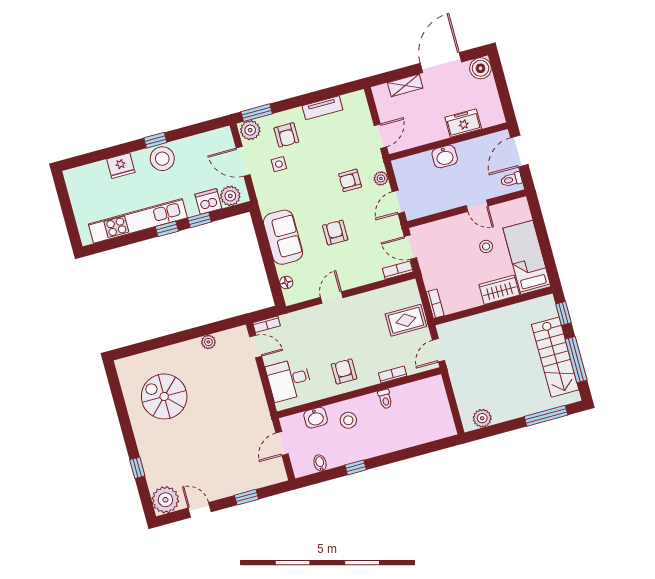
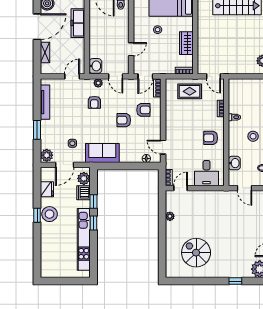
door: (441, 63) -> (37, 27), swing flipped
tv unit: (322, 108) -> (45, 102), width x1.41
window: (257, 113) -> (37, 130), moved
freezer: (463, 123) -> (78, 23), width x1.40
armchair: (286, 135) -> (143, 110), moved
door: (380, 136) -> (72, 76), hinge flipped
washbasin: (445, 157) -> (95, 66), moved
fridge: (121, 166) -> (47, 189), moved
door: (477, 206) -> (131, 49), moved
sofa: (283, 237) -> (102, 153), moved
wardrobe: (499, 290) -> (186, 43), moved
door: (332, 298) -> (163, 147), moved
rug: (406, 320) -> (190, 91), turned 90
spiral stairs: (164, 396) -> (196, 253), turned 90
stool: (348, 420) -> (253, 136), moved

